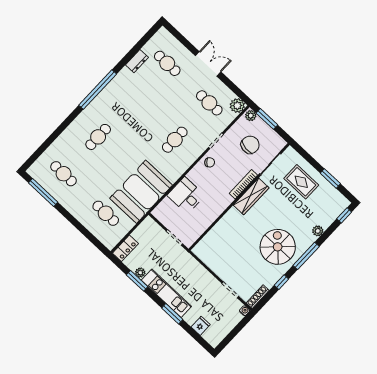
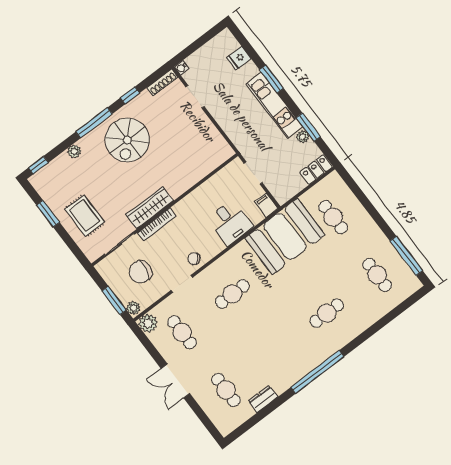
filing cabinet: (160, 214) -> (266, 205), added

